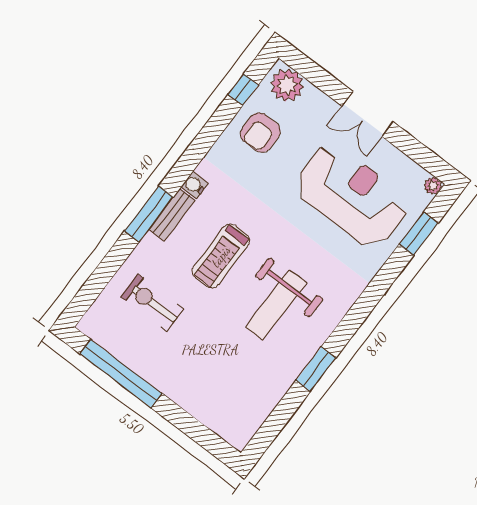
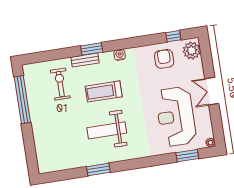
armchair: (260, 132) -> (164, 59), turned 90
reception desk: (352, 196) -> (176, 117), turned 180
window: (149, 214) -> (92, 49), width x0.69
bench: (172, 215) -> (85, 60), moved

